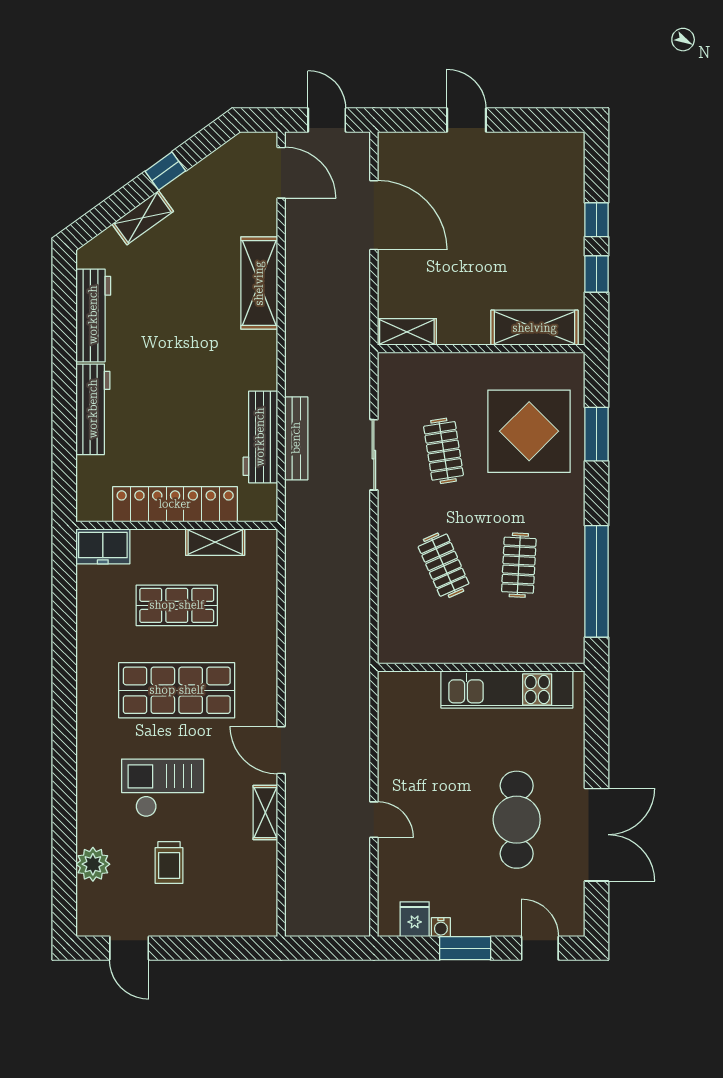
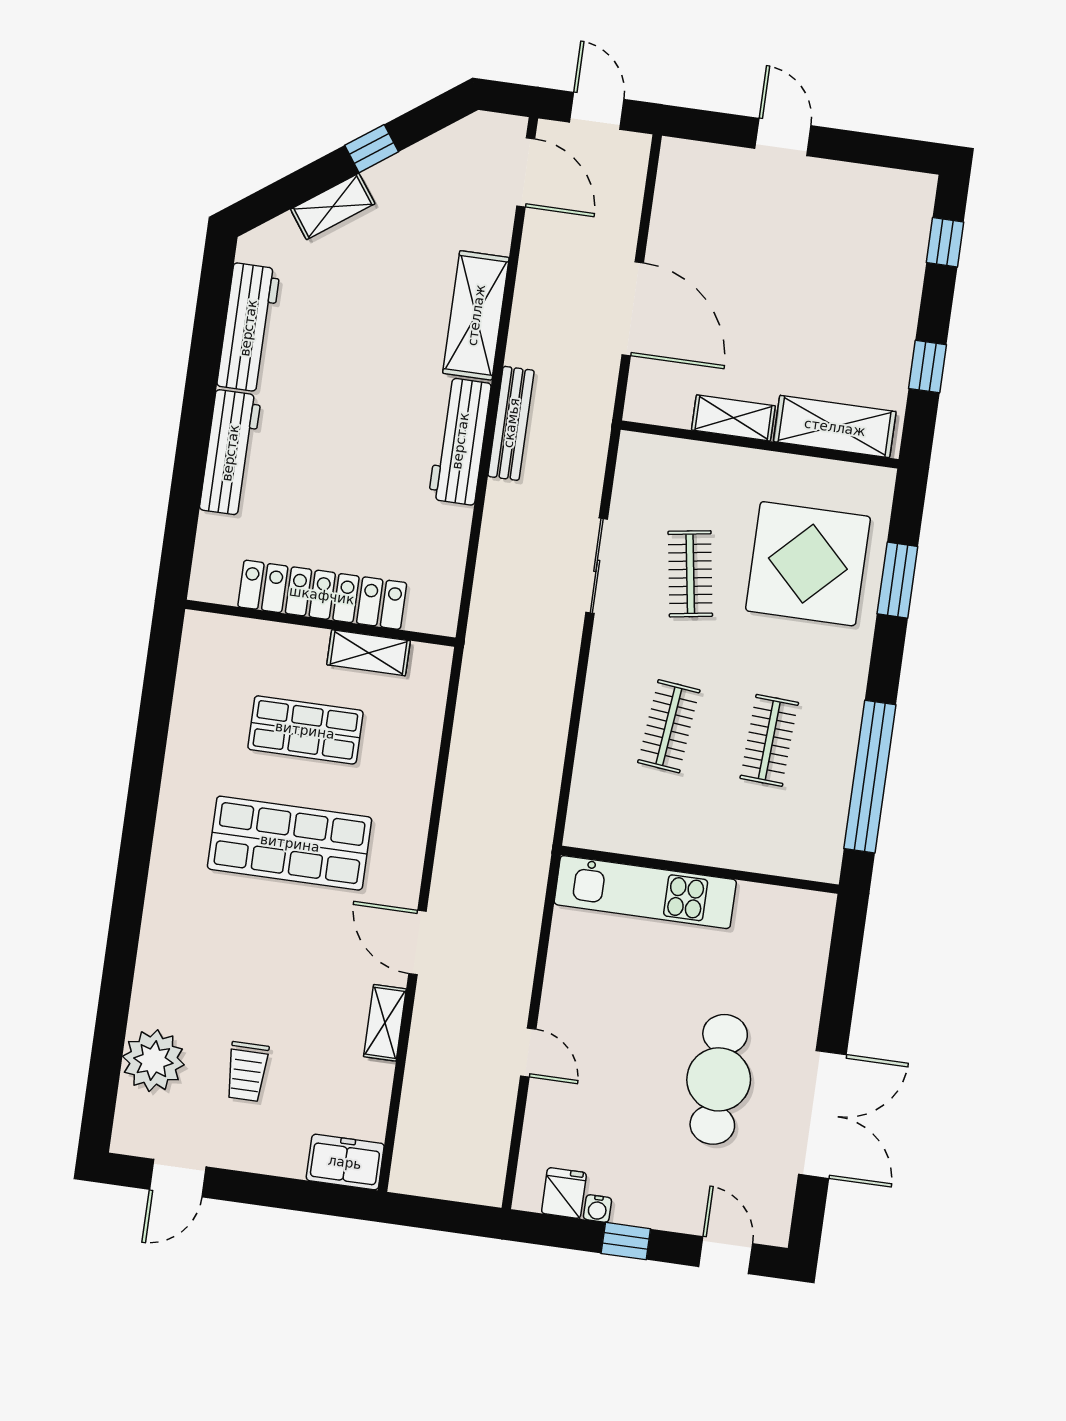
door: (374, 215) -> (633, 309), moved
window: (597, 220) -> (945, 242), moved
shelving: (407, 332) -> (733, 418), moved
workbench: (260, 437) -> (460, 441), moved
bench: (296, 438) -> (511, 423), moved
freezer: (103, 546) -> (345, 1162), moved, turned 180
clothes rail: (444, 565) -> (669, 726), turned 30
kitchen unit: (507, 690) -> (645, 892), moved
checkout: (163, 788) -> (252, 971), removed
plant: (93, 864) -> (153, 1061), width x1.36, depth x1.36
door: (129, 948) -> (178, 1178), hinge flipped
window: (465, 948) -> (626, 1241), width x0.67

